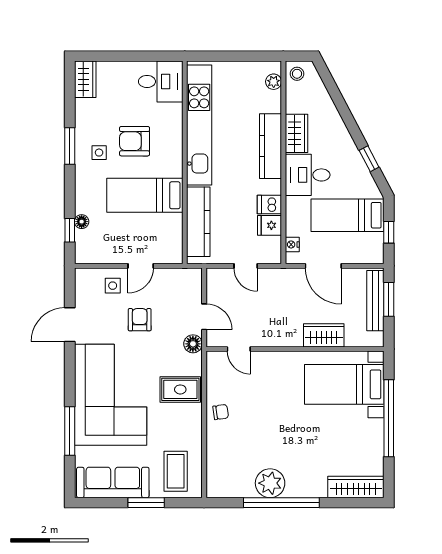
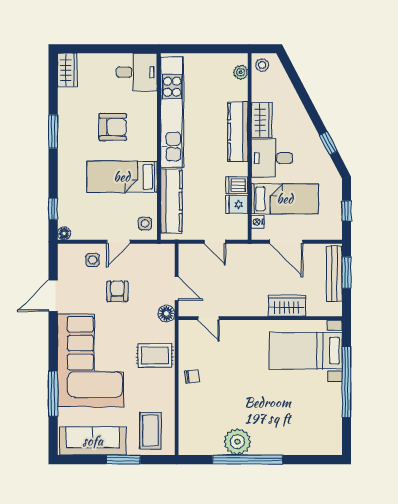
armchair: (135, 141) -> (113, 127), turned 180
side table: (99, 153) -> (145, 223), moved
bed: (347, 215) -> (285, 199), moved, turned 180
floor lamp: (82, 222) -> (64, 233), moved
wardrobe: (356, 487) -> (316, 445), removed

